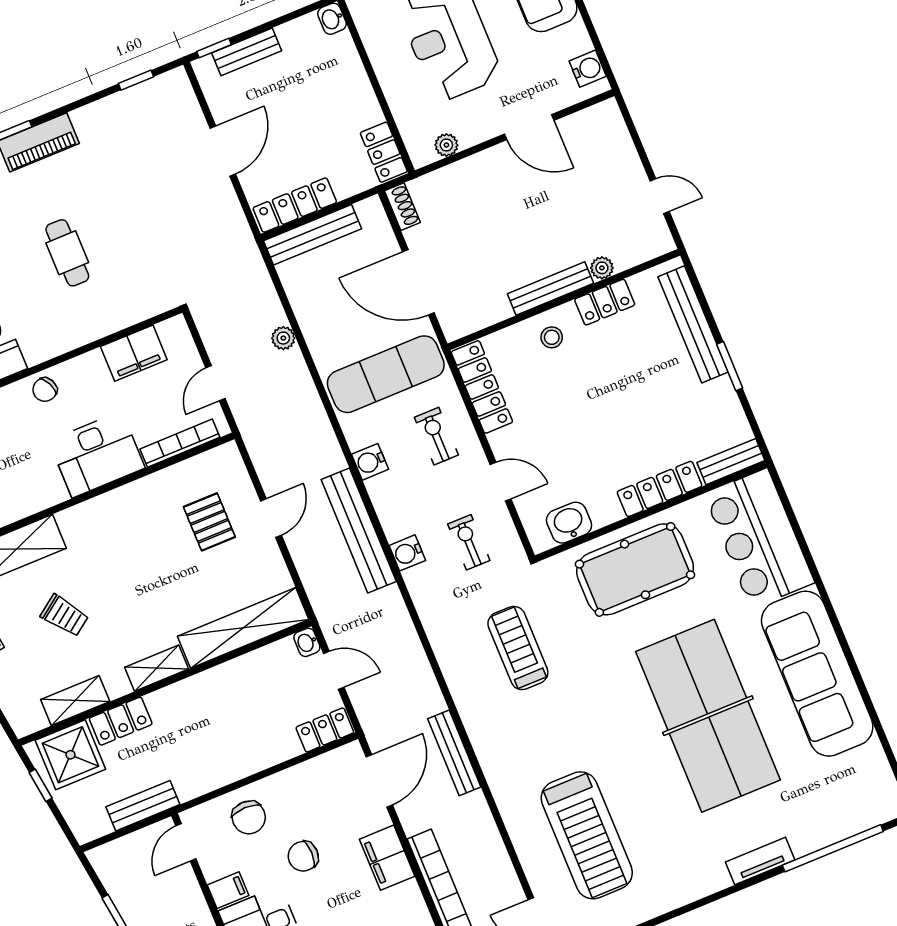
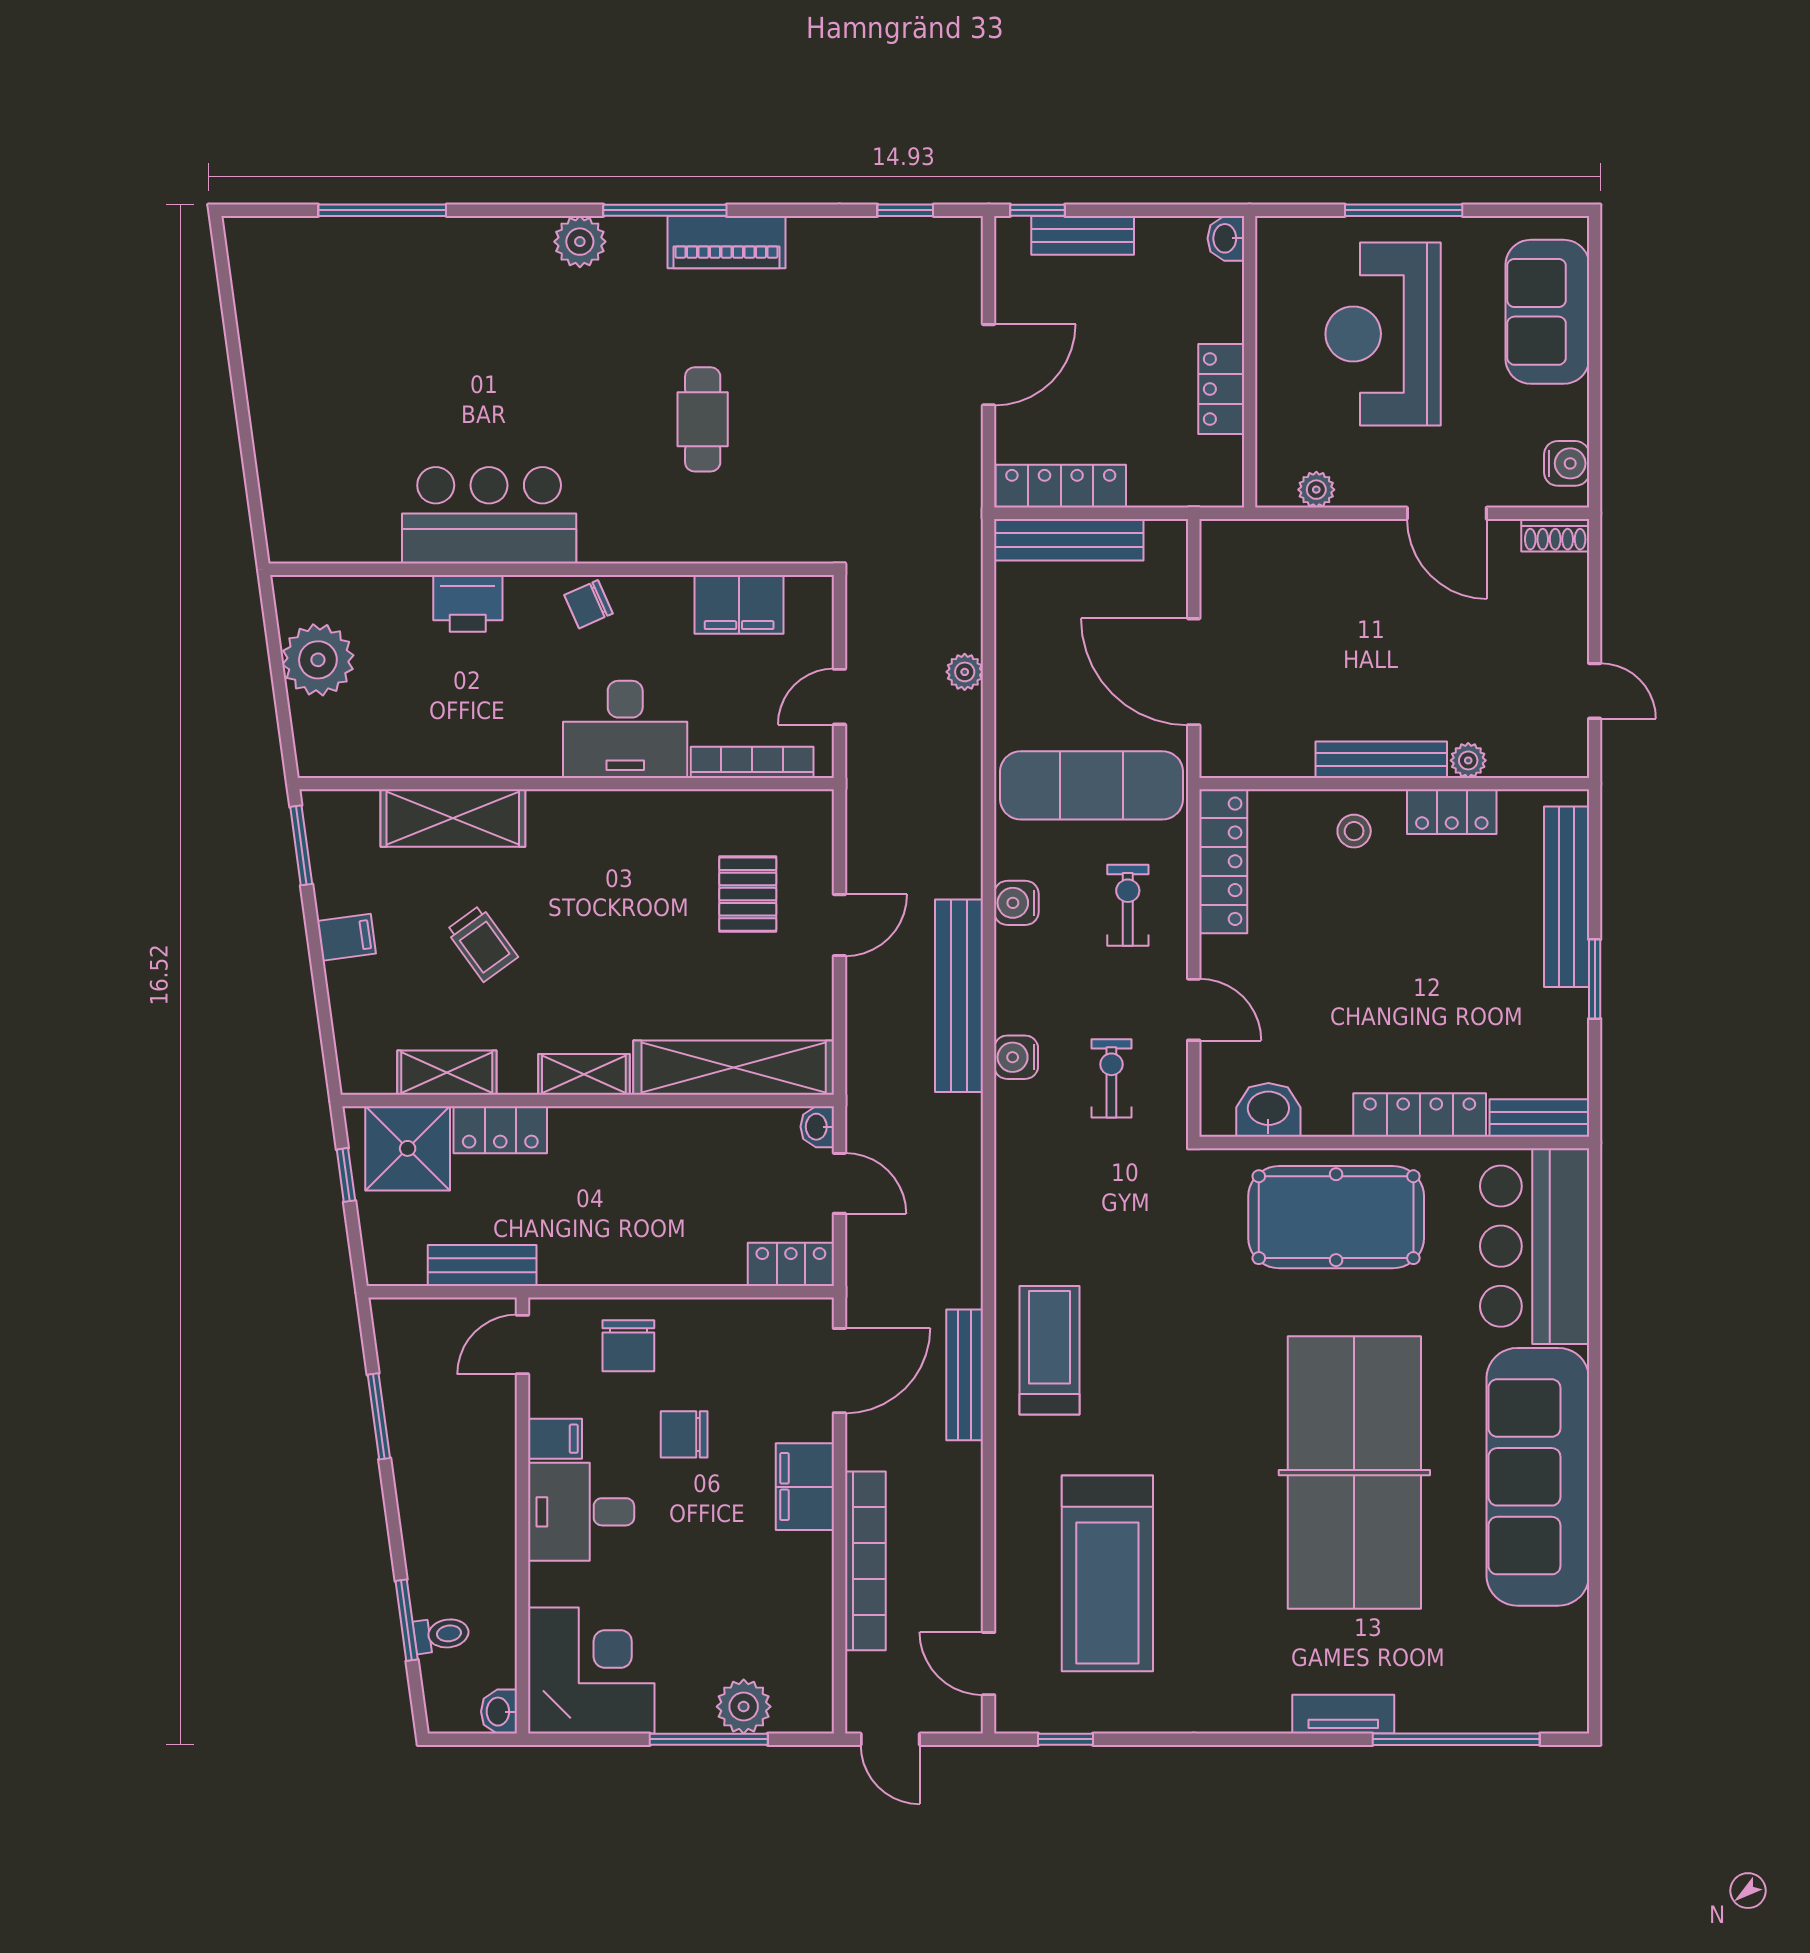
locker: (384, 152) -> (1221, 389), moved
shoe rack: (402, 207) -> (1555, 535), moved, turned 90
treadmill: (518, 648) -> (1049, 1350), moved

